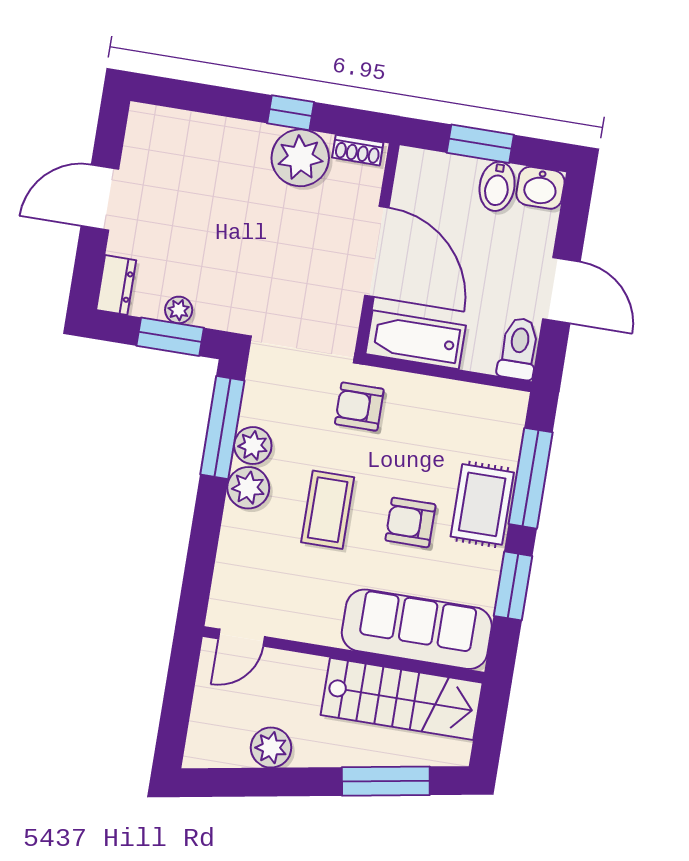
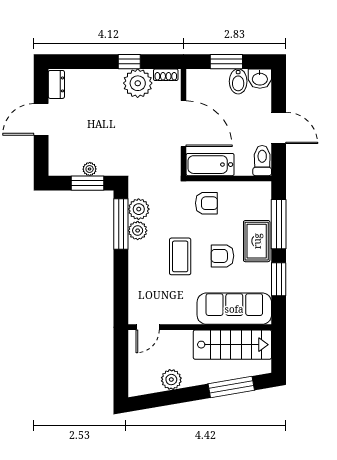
dresser: (116, 285) -> (56, 84), moved
armchair: (359, 407) -> (206, 203), moved, turned 180
plant: (248, 488) -> (139, 209), moved

